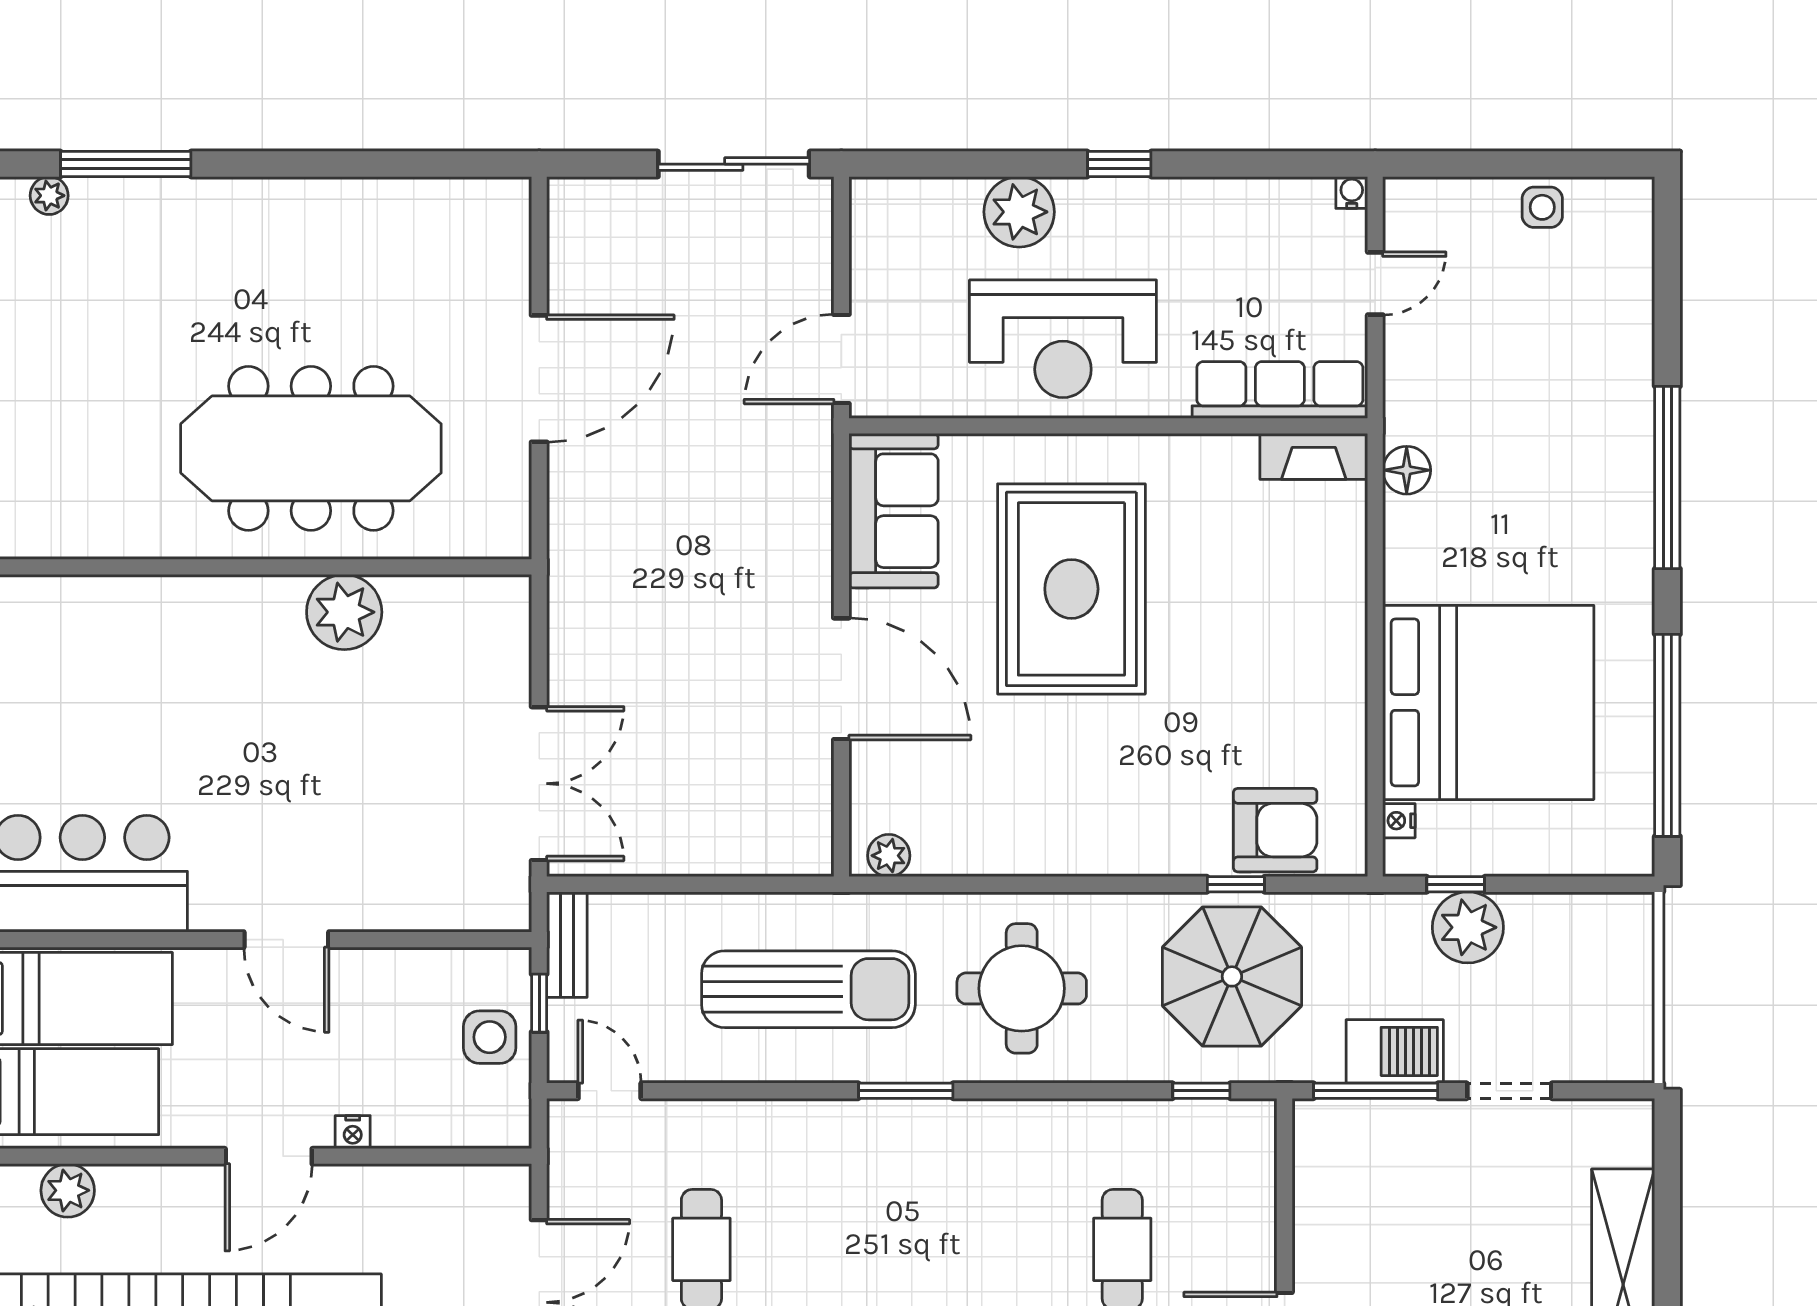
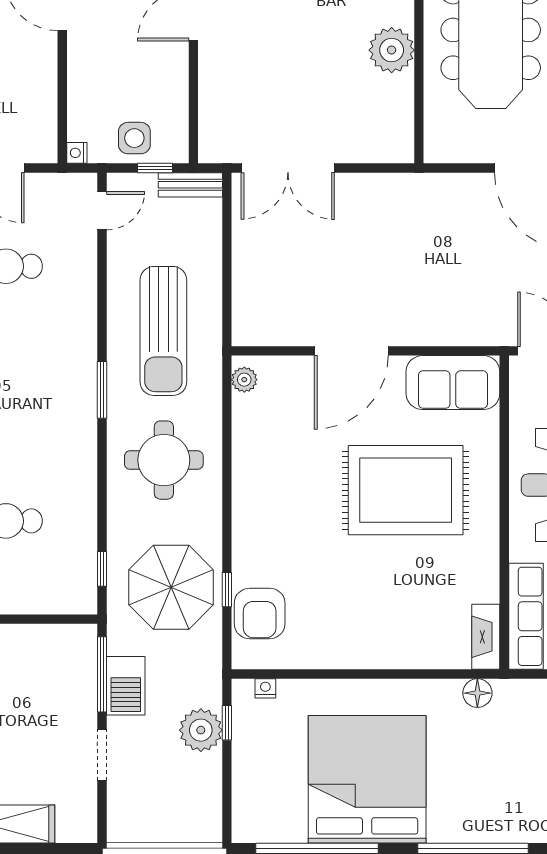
bed: (1488, 702) -> (367, 779), moved, turned 180
nightstand: (353, 1132) -> (77, 153), moved

